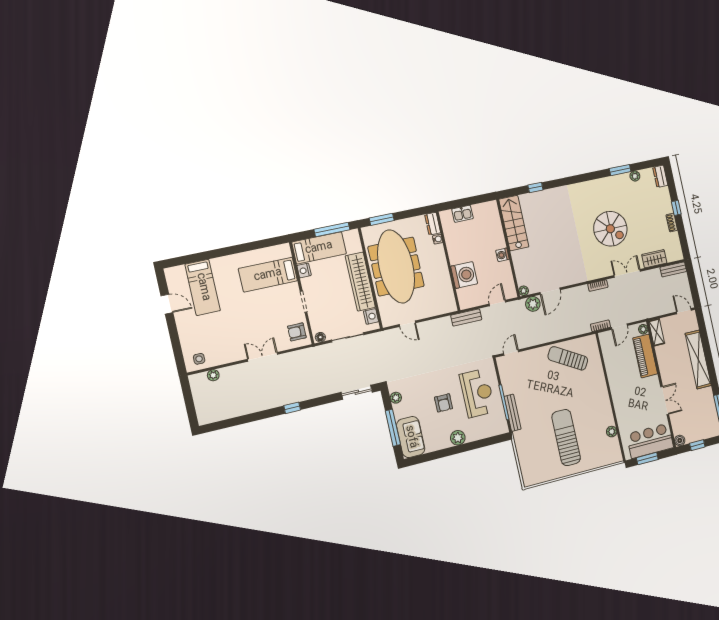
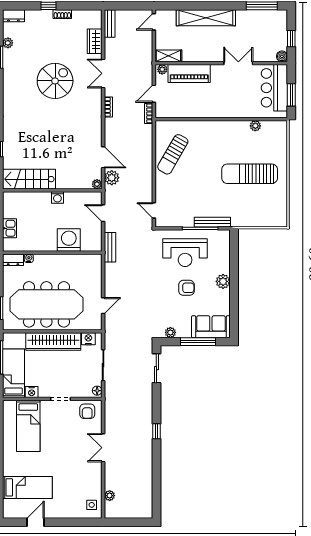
door: (619, 327) -> (154, 94), swing flipped
reception desk: (477, 393) -> (185, 253), turned 180

